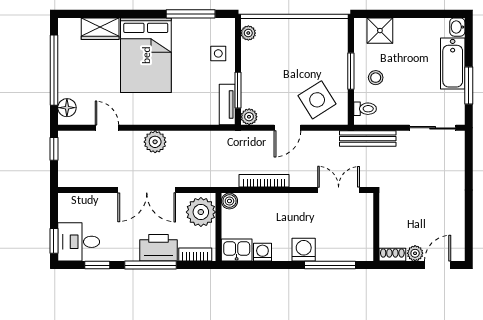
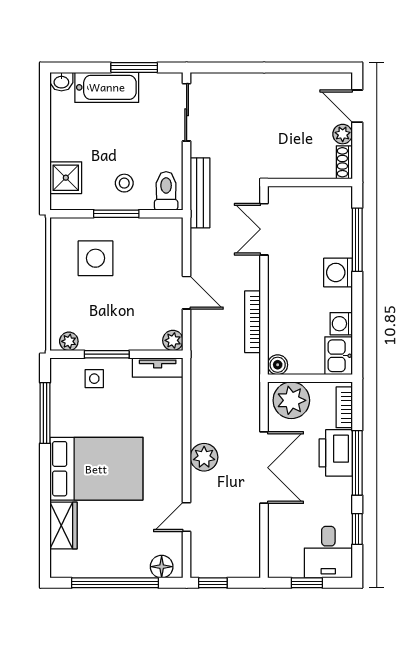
window: (238, 90) -> (107, 354), moved
side table: (317, 100) -> (96, 258), moved, turned 32
toilet: (365, 109) -> (166, 191), width x1.37, depth x1.39
window: (54, 241) -> (307, 583), moved

